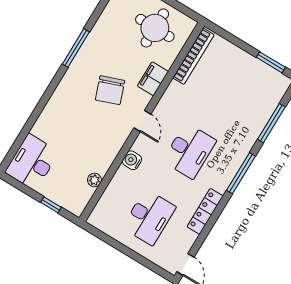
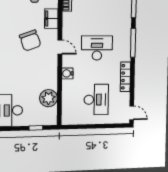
desk: (189, 151) -> (97, 48), turned -90
plant: (94, 180) -> (49, 98), width x1.87, depth x1.87

